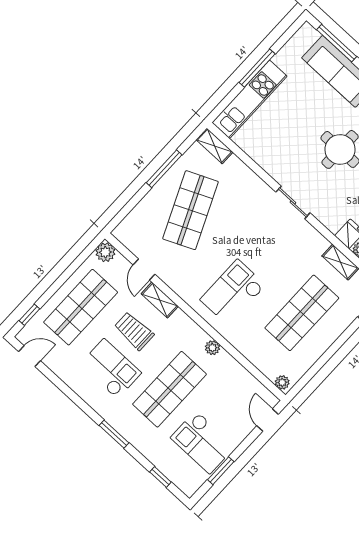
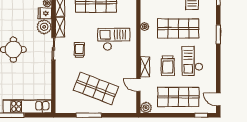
shelving: (215, 146) -> (60, 27), moved
shop shelf: (191, 210) -> (96, 88), turned 45
plant: (333, 217) -> (44, 27), added
trolley: (260, 235) -> (79, 50), added
door: (144, 270) -> (138, 85), swing flipped
checkout: (233, 292) -> (114, 39), turned 180

